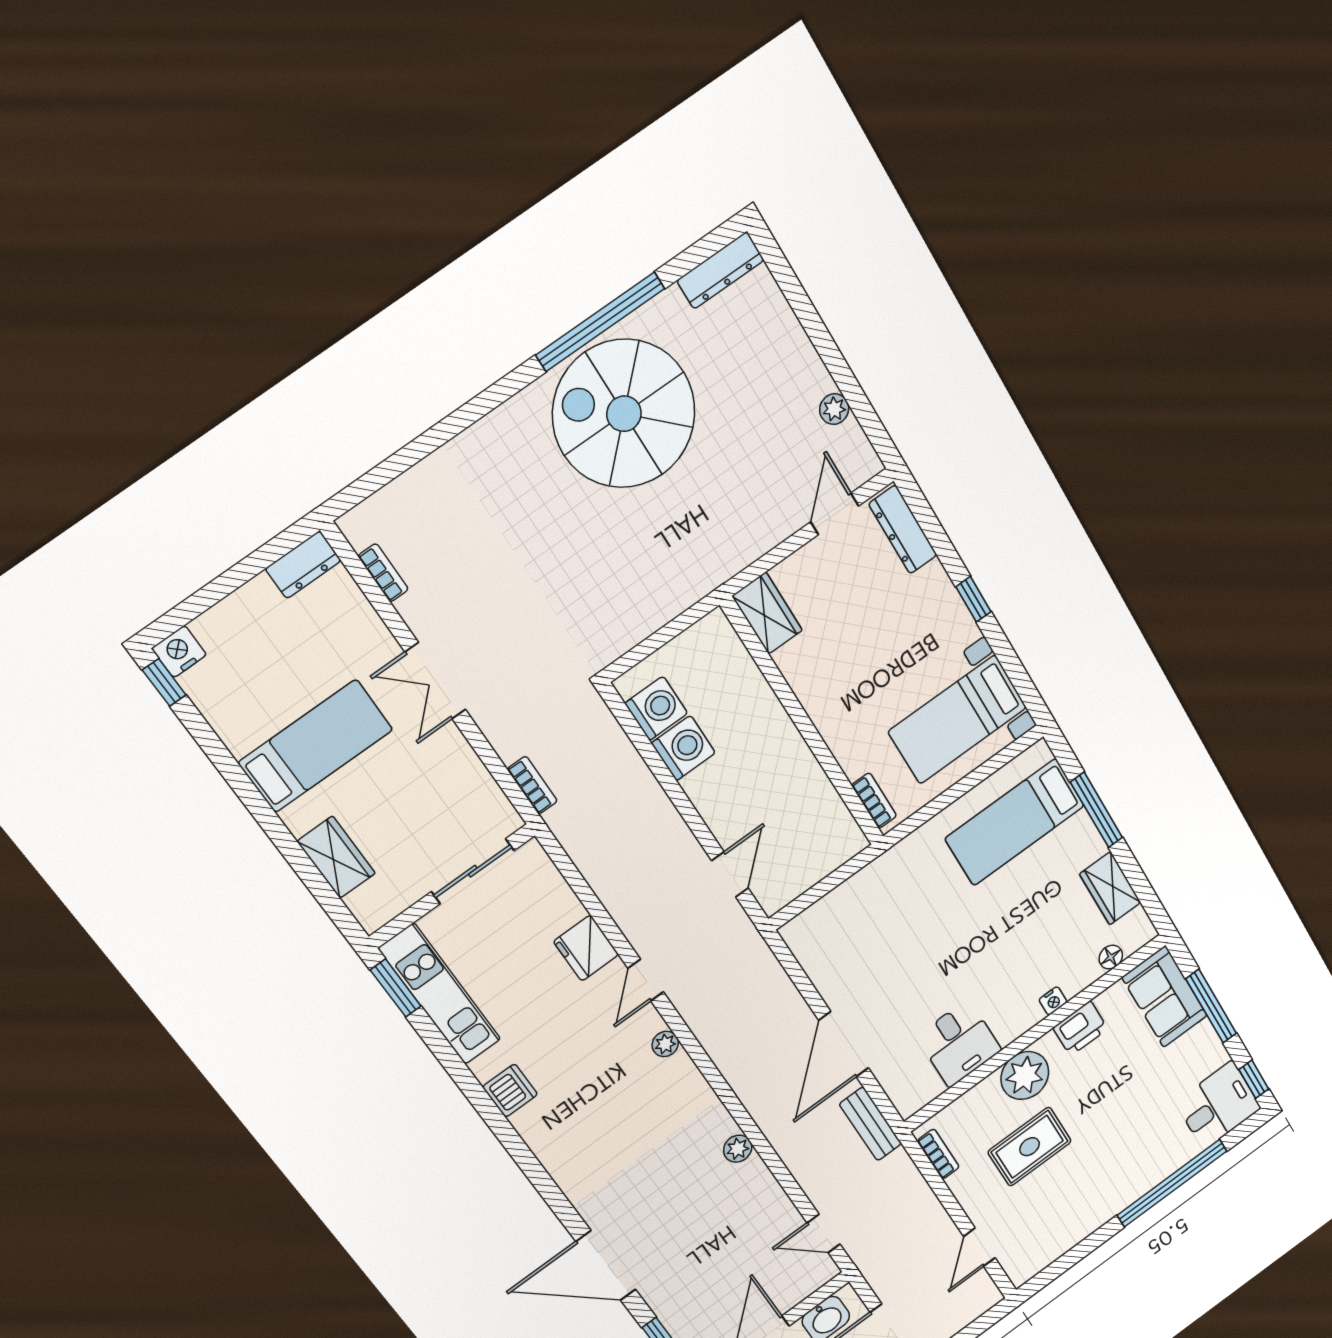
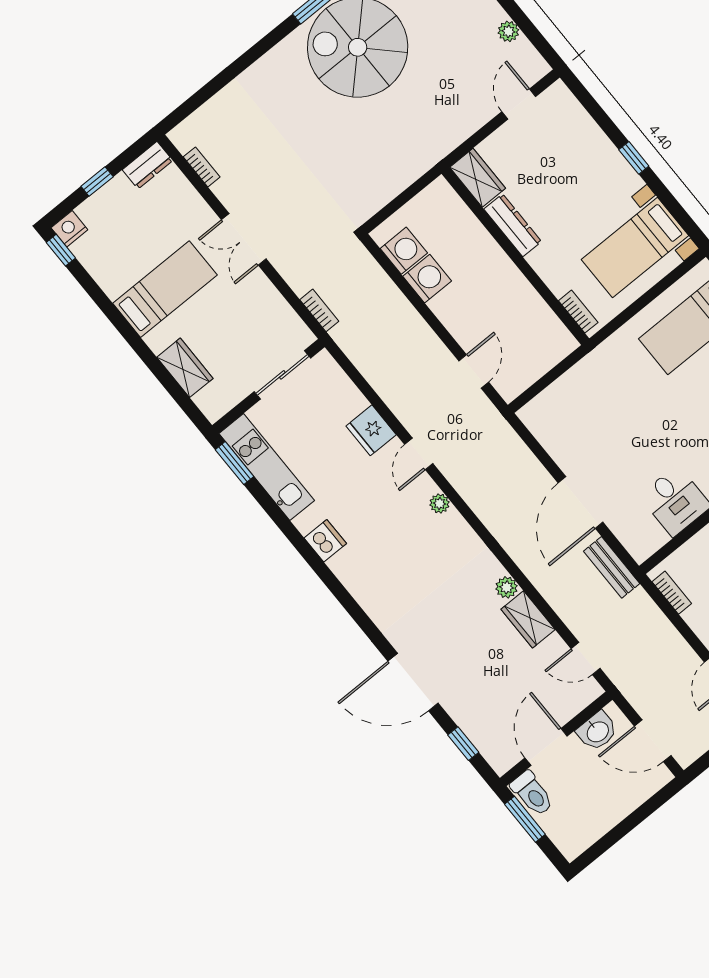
dresser: (903, 530) -> (513, 225), moved, turned 180
window: (225, 584) -> (97, 182), added
wardrobe: (759, 1187) -> (528, 619), added

